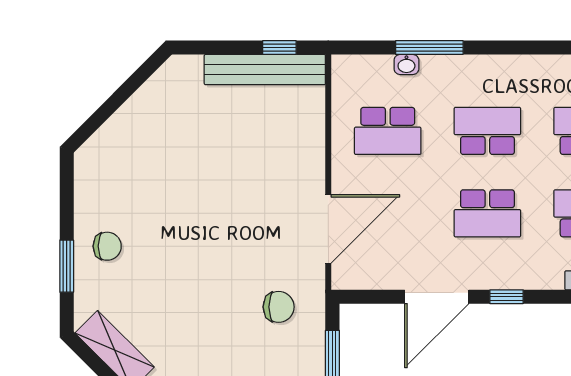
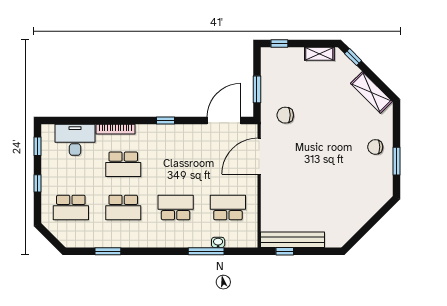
school desk: (487, 131) -> (176, 208), turned 180
school desk: (487, 213) -> (176, 164), removed
window: (67, 266) -> (397, 161), moved
door: (437, 297) -> (224, 120), moved

